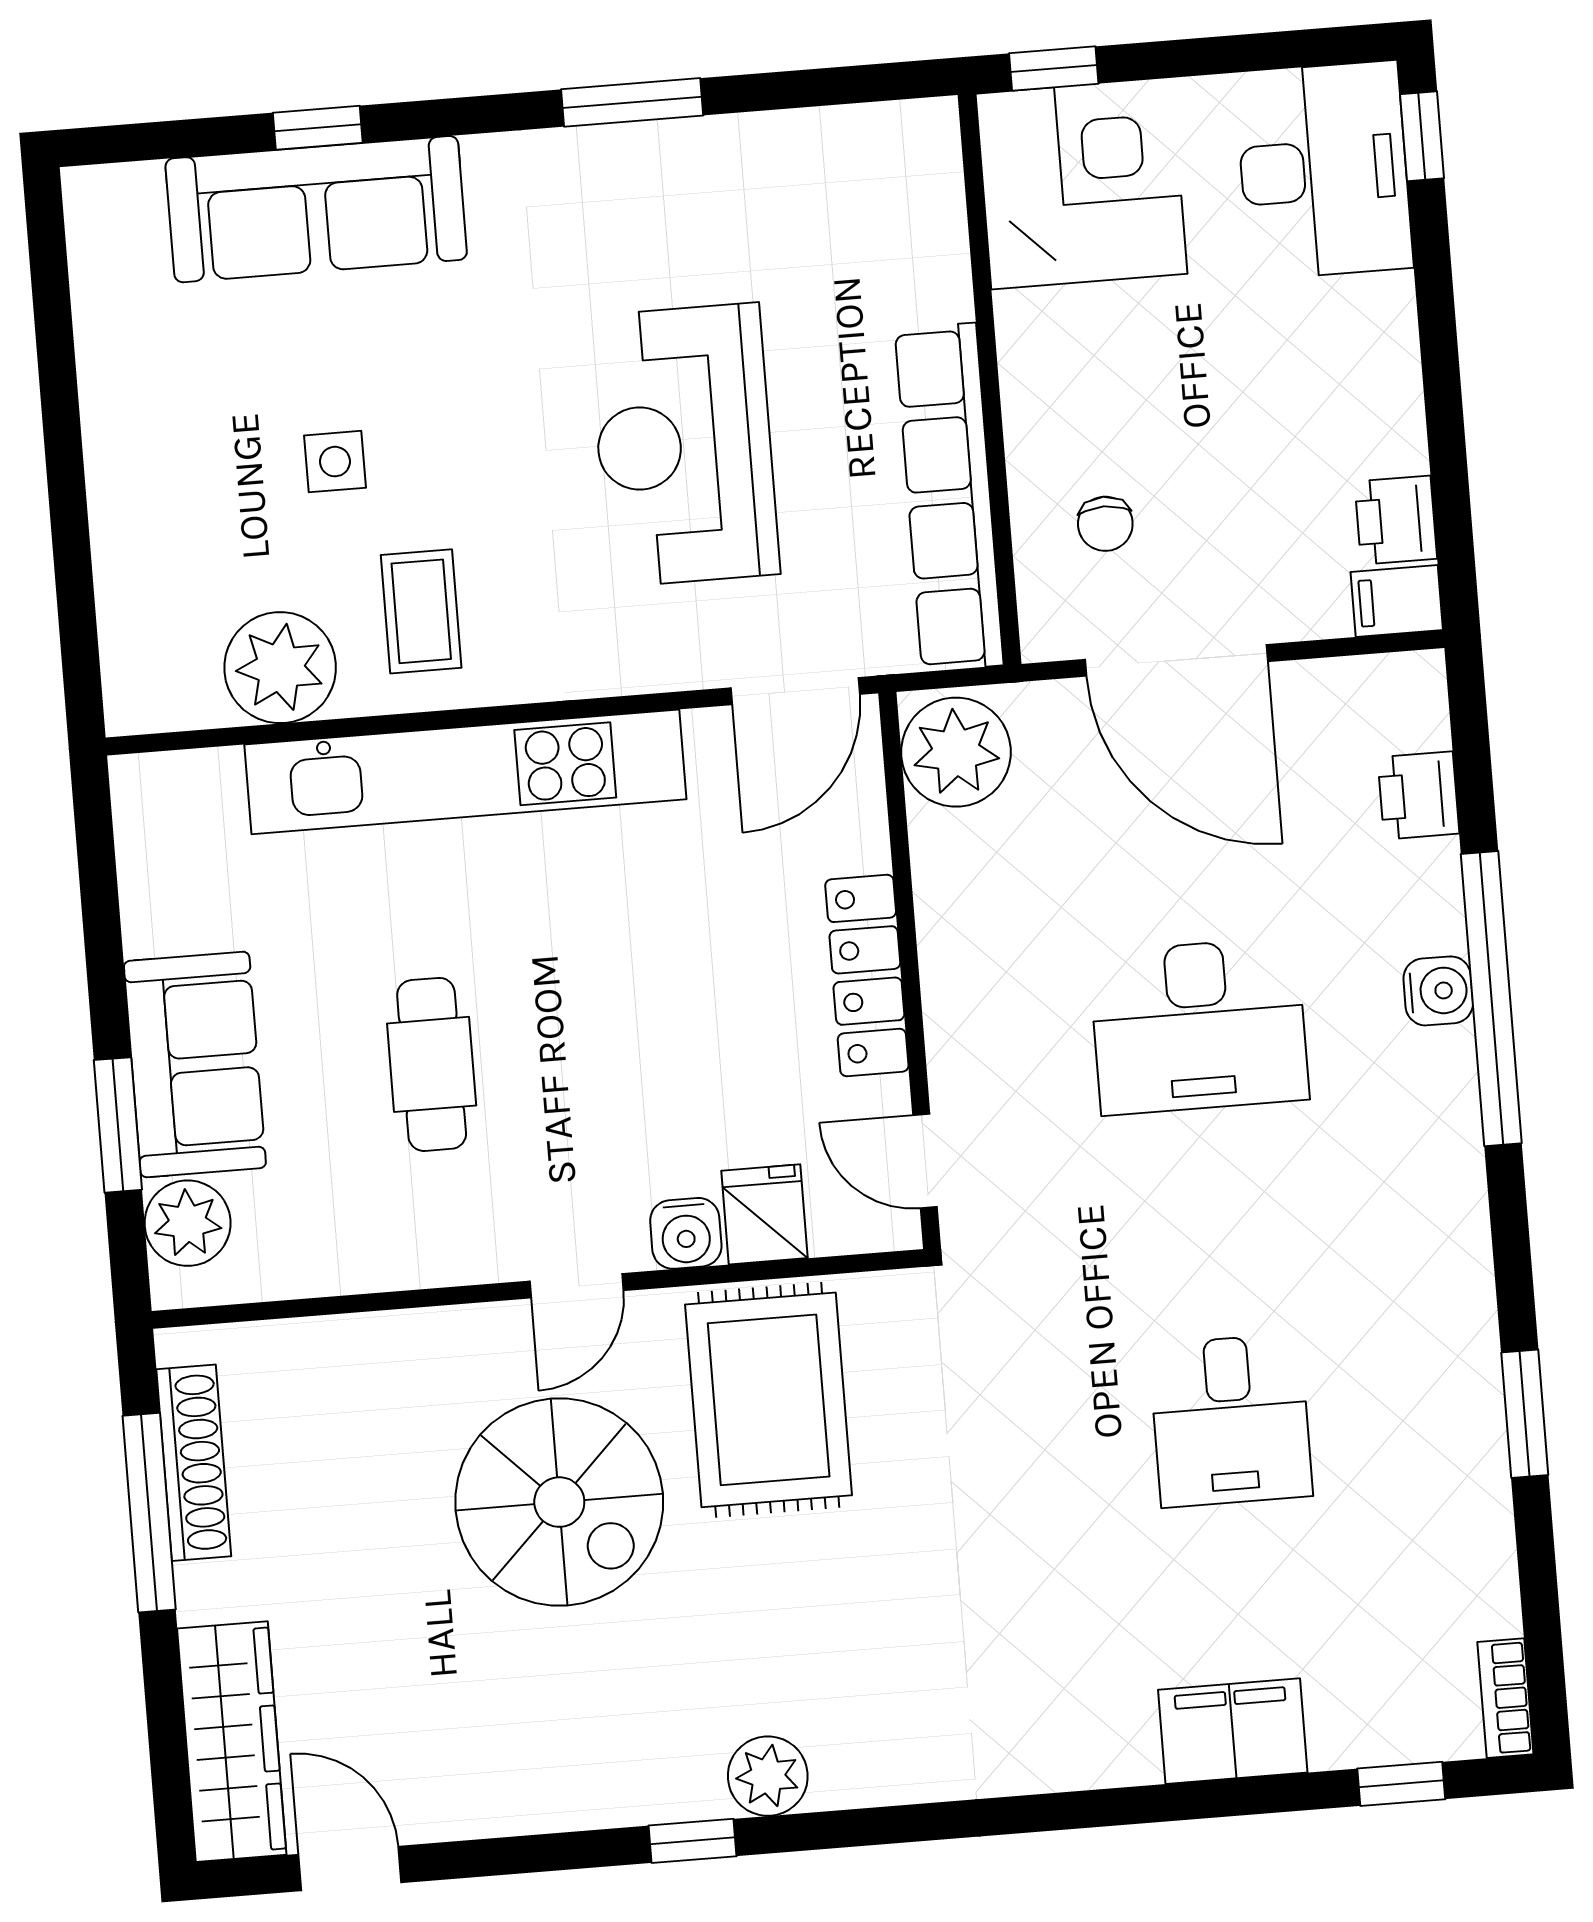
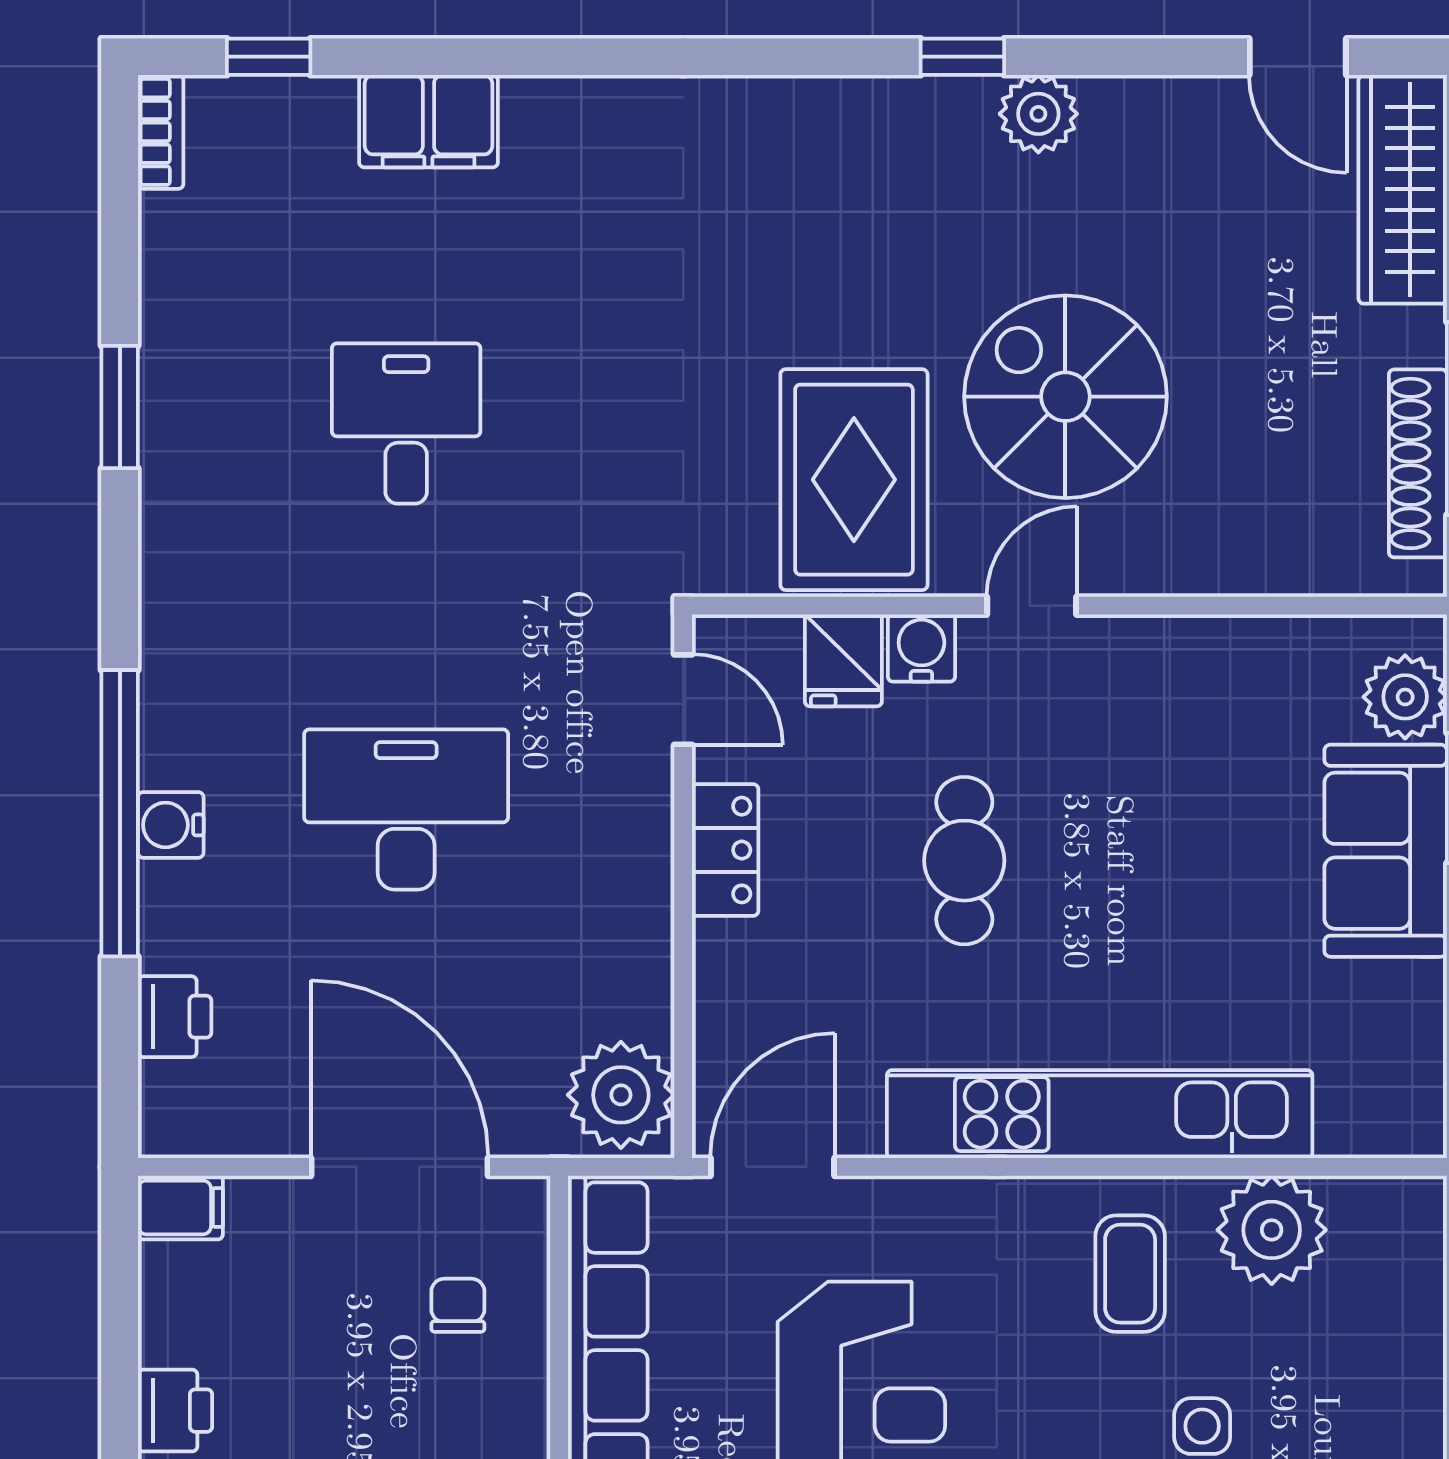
printer: (1396, 520) -> (175, 1411), moved
locker: (867, 975) -> (725, 850), width x0.66
cafe table: (432, 1064) -> (964, 861), moved
plant: (768, 1776) -> (1038, 114), moved

